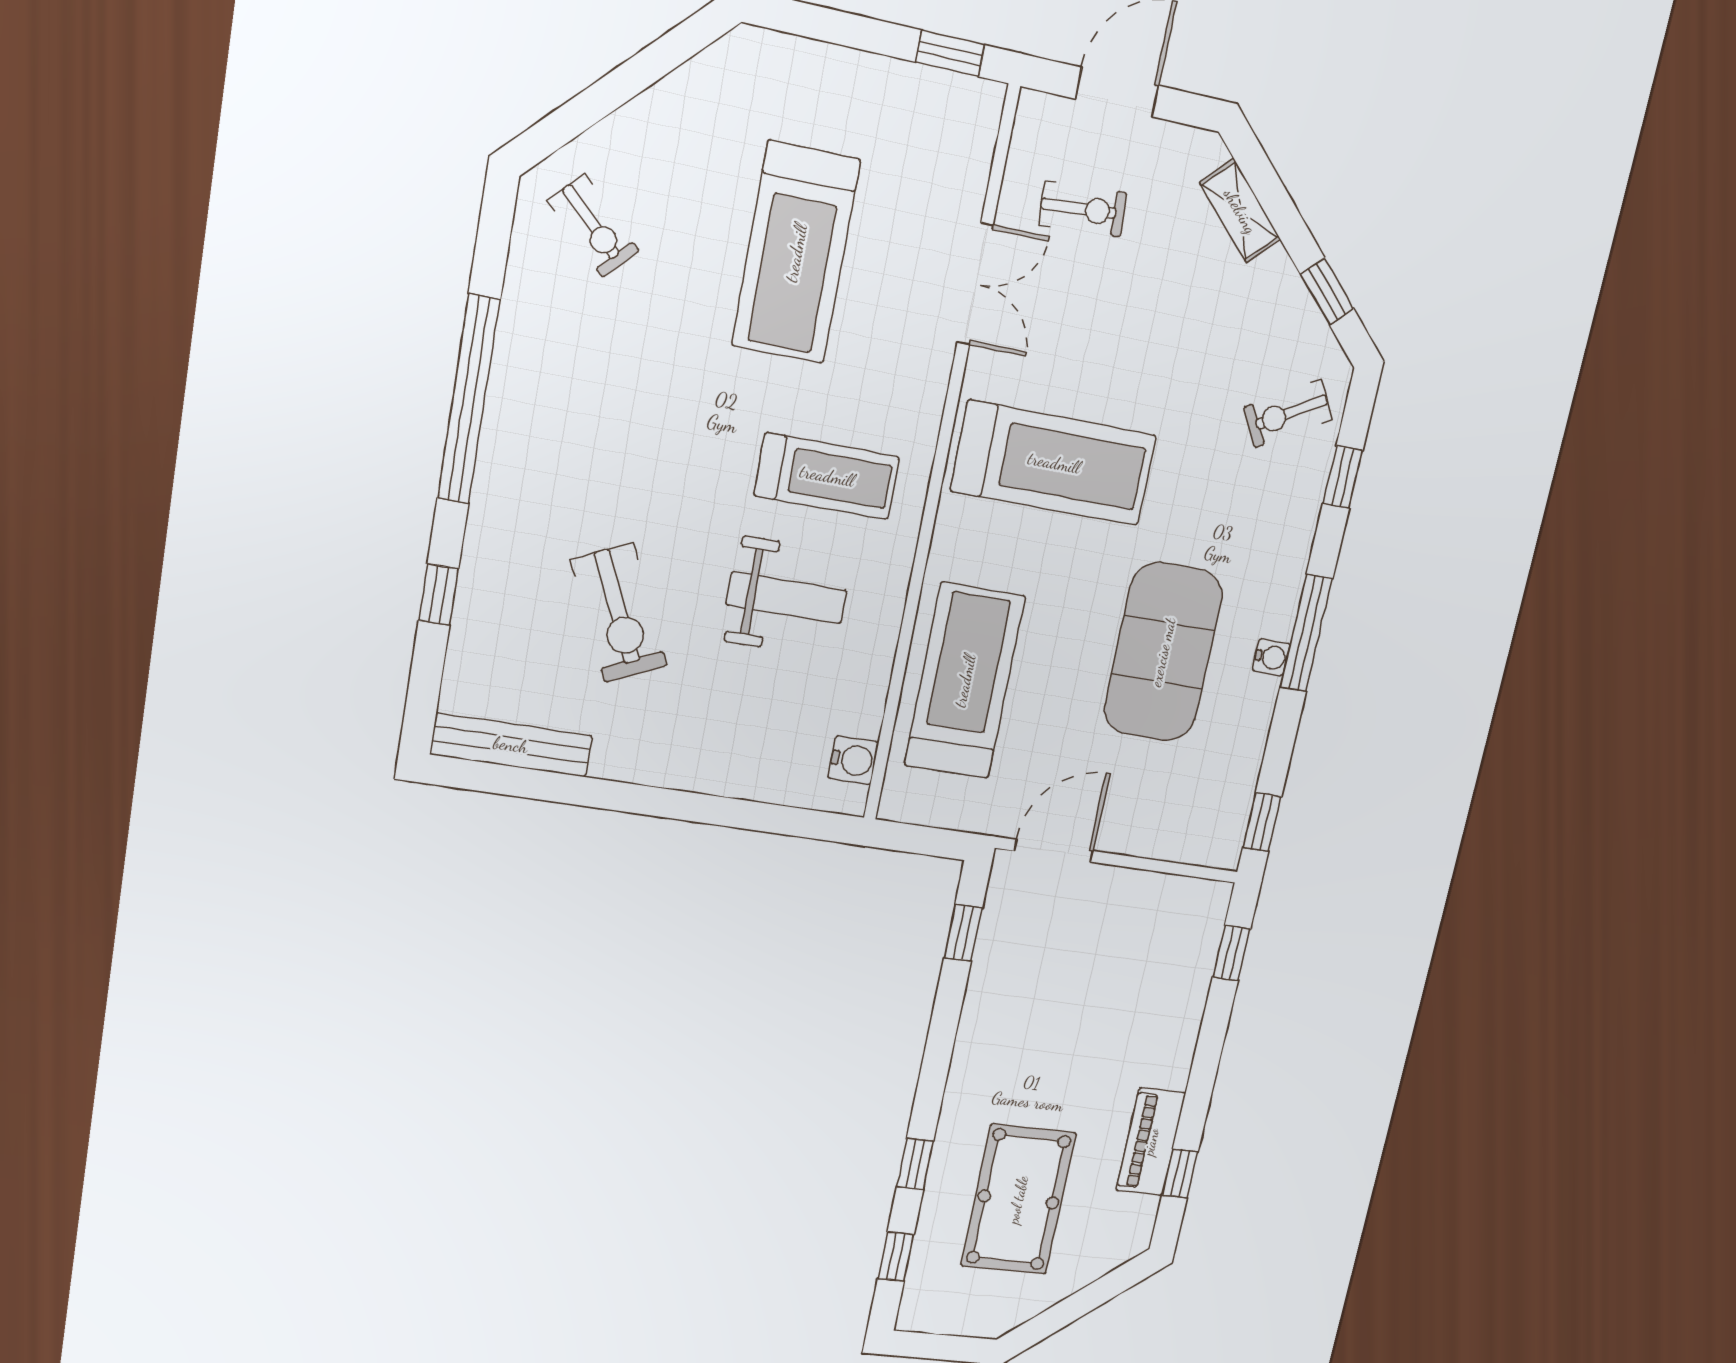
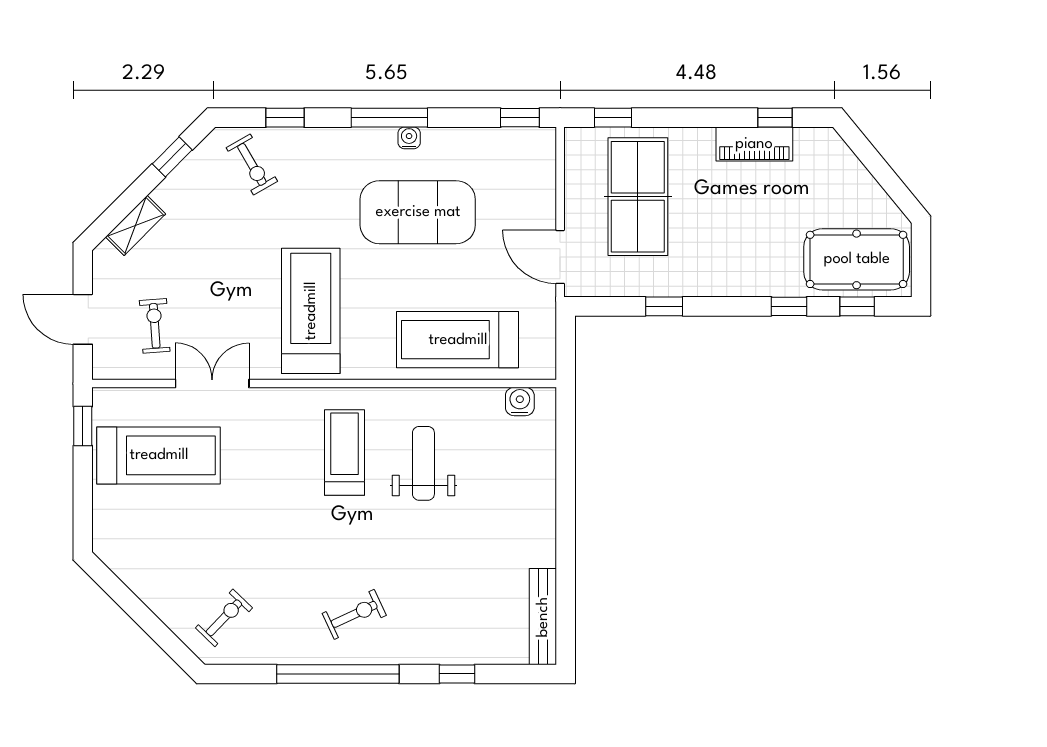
treadmill: (796, 253) -> (159, 455), moved
exercise bike: (619, 613) -> (354, 614), moved, width x0.73, depth x0.72
window: (963, 933) -> (664, 306), moved
table tennis table: (1115, 973) -> (638, 197), added
pool table: (1018, 1200) -> (857, 259), moved

